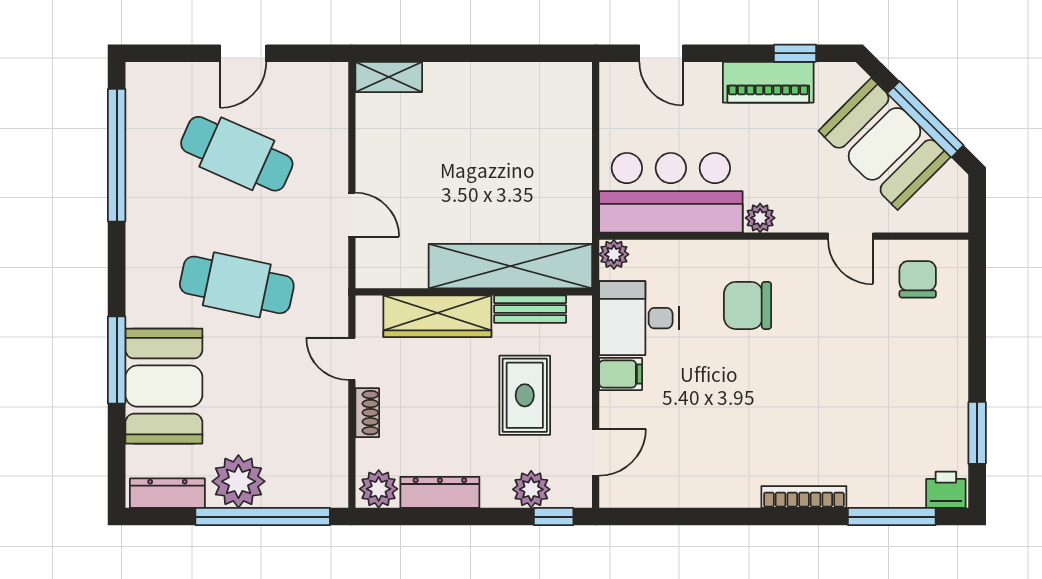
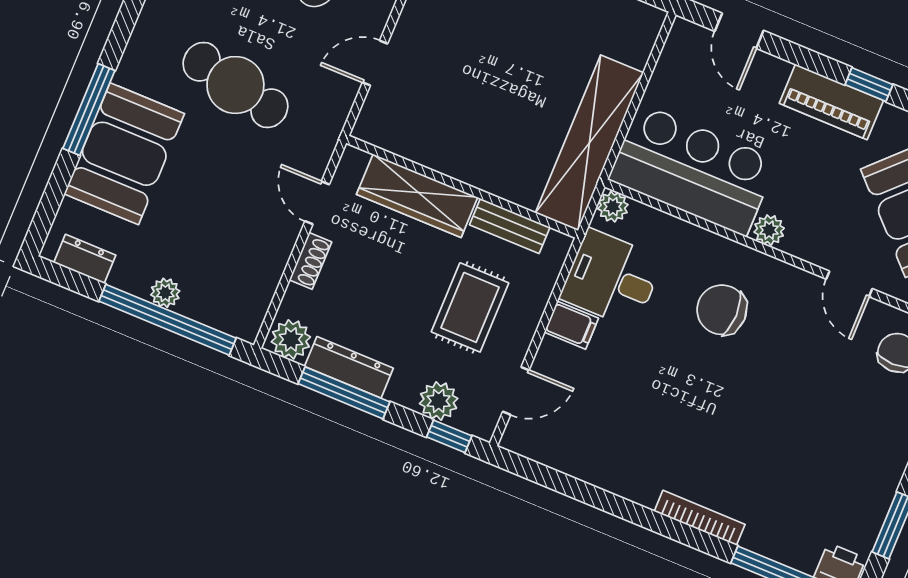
door: (352, 215) -> (375, 63), swing flipped
shelving: (510, 266) -> (589, 143), moved, turned 90
plant: (238, 481) -> (165, 293), width x0.53, depth x0.53
dresser: (167, 493) -> (85, 259), width x0.70
window: (445, 517) -> (344, 393), added

